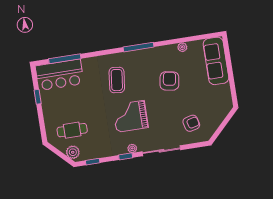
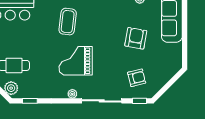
armchair: (169, 81) -> (136, 38), moved
window: (126, 156) -> (139, 101), moved

